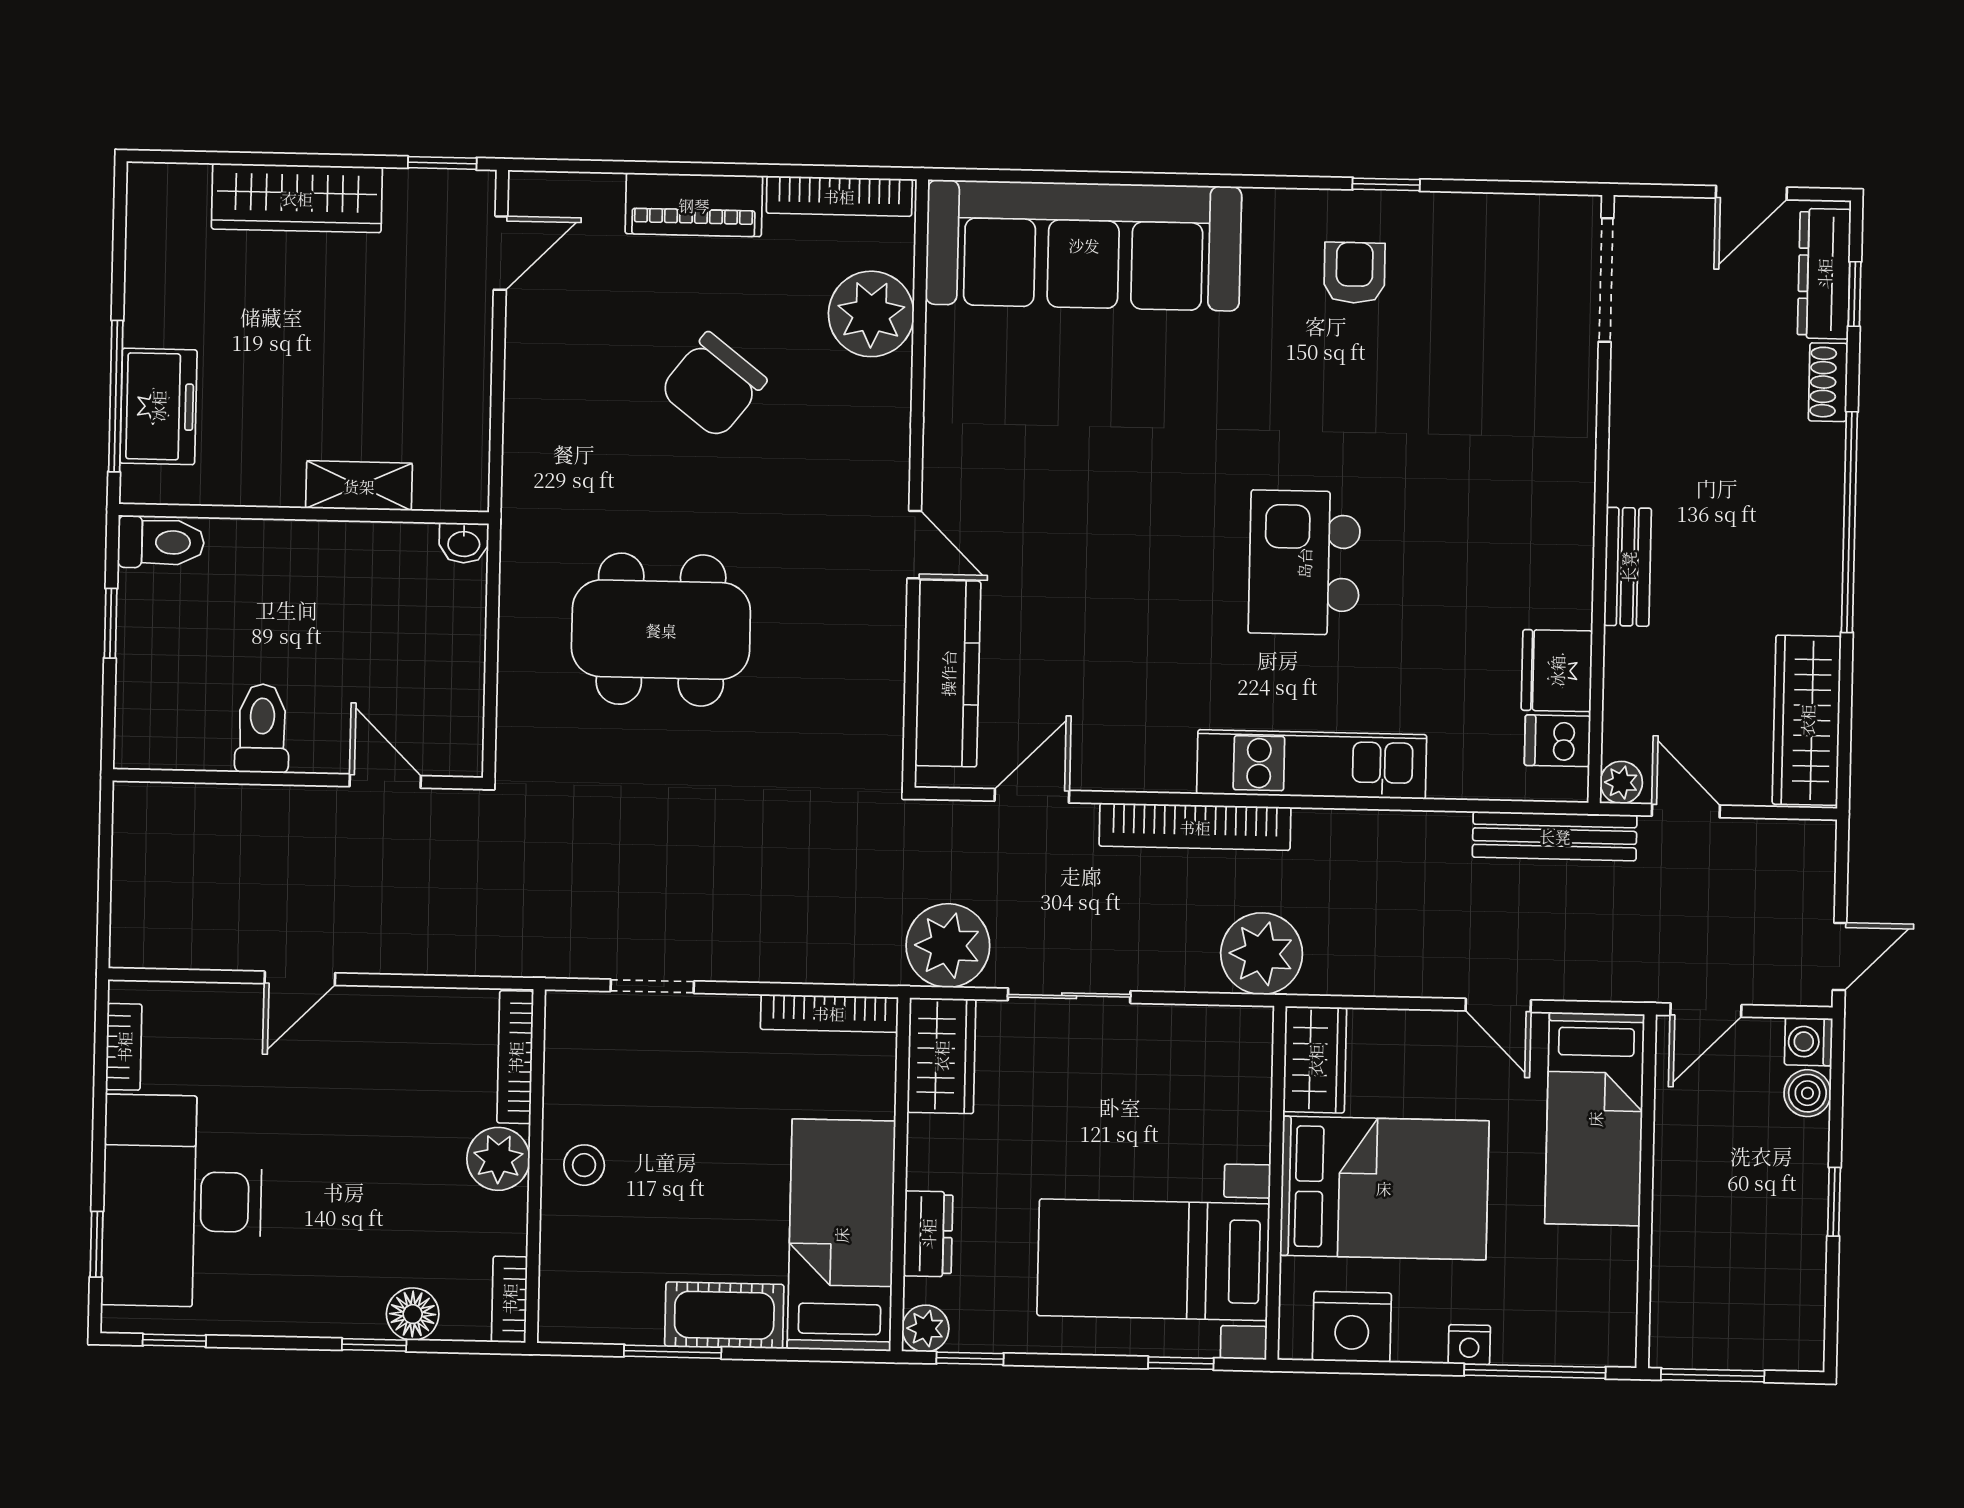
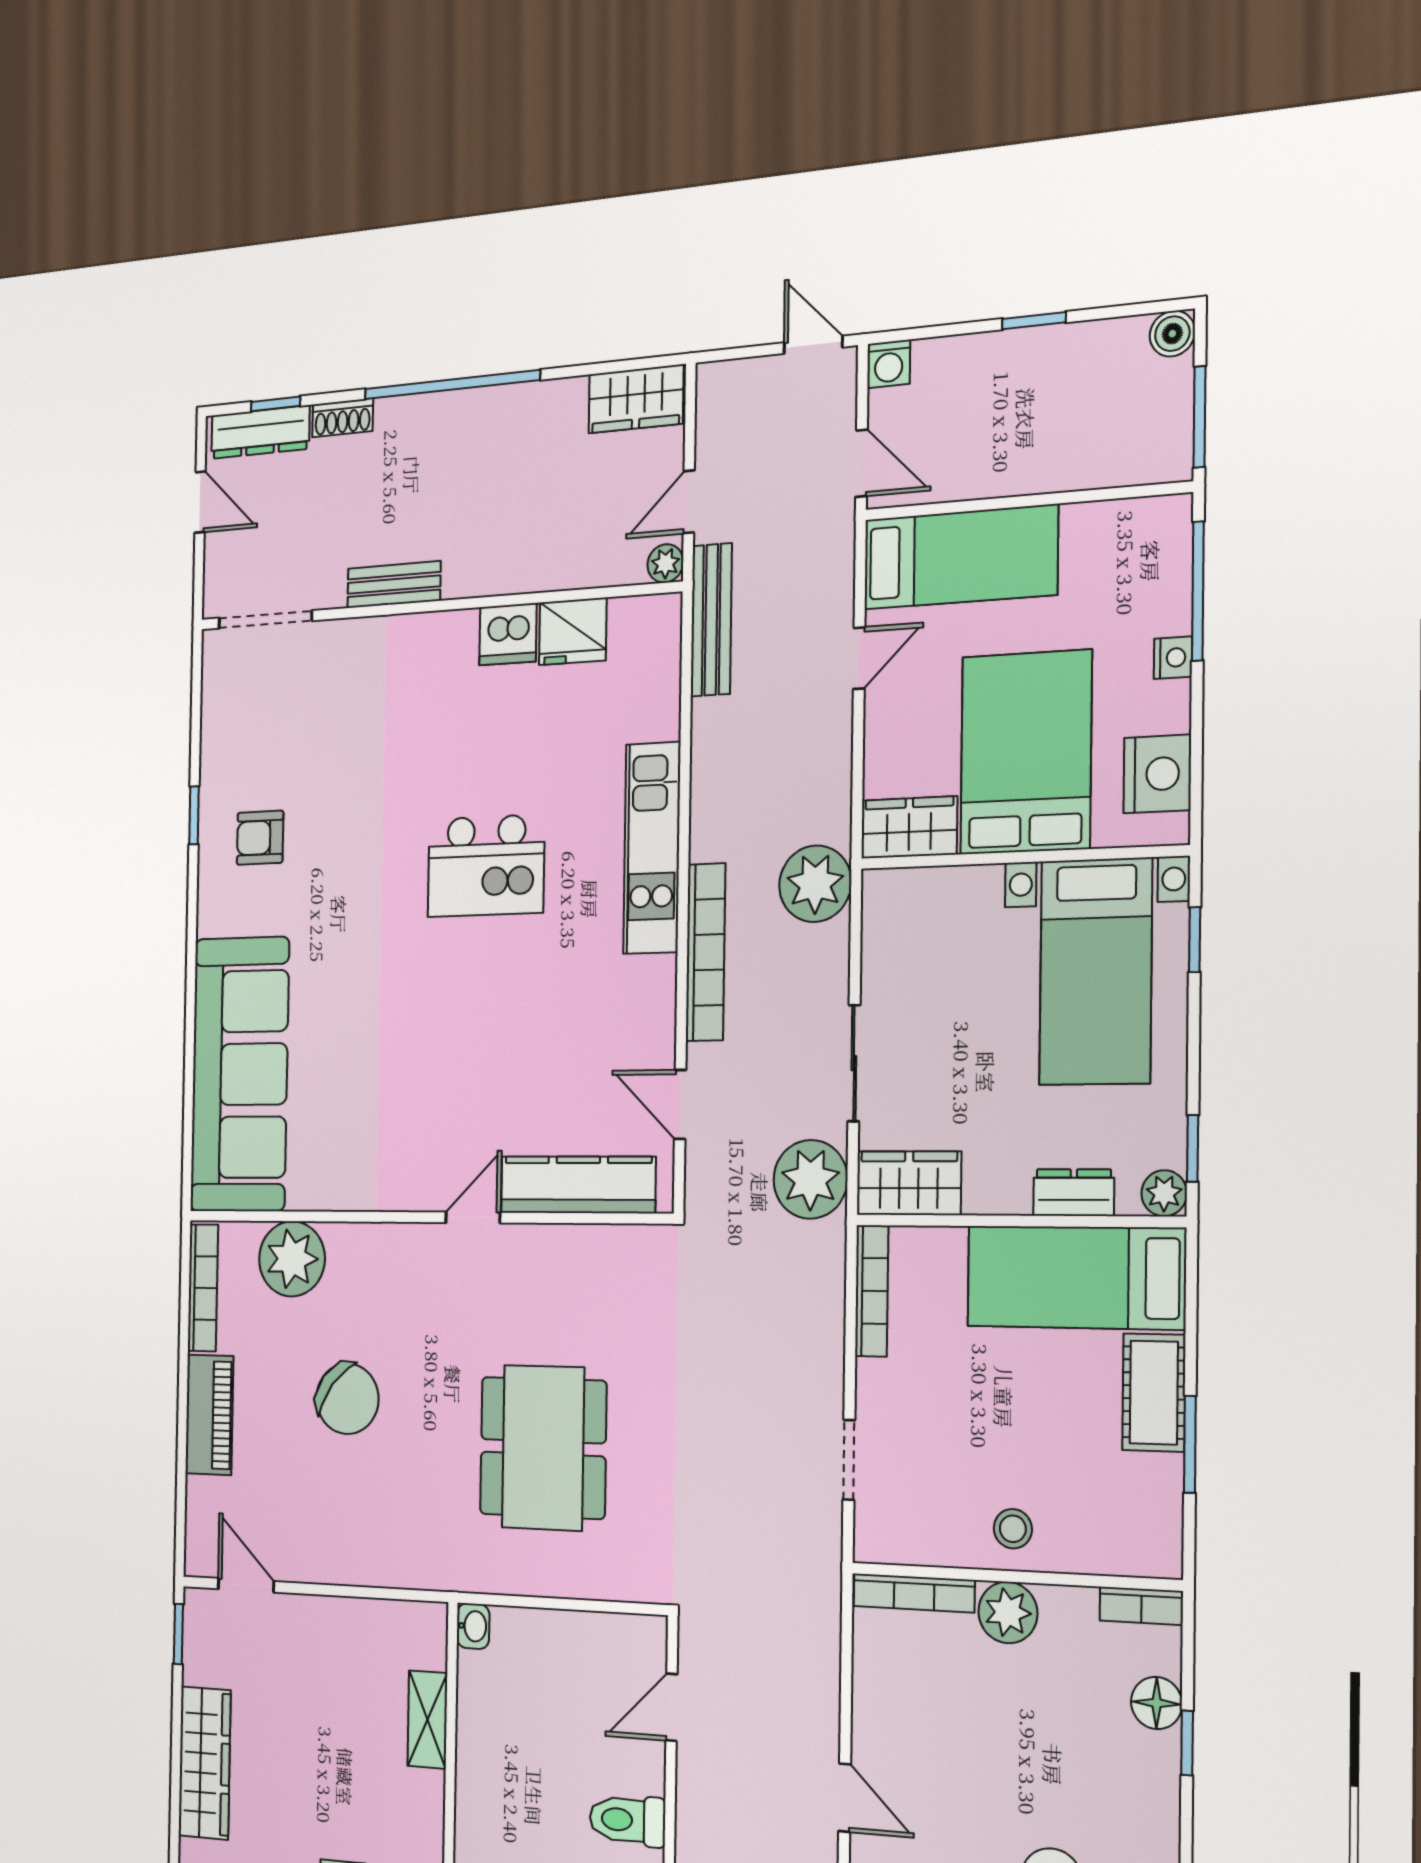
bench: (1628, 567) -> (394, 584), moved
wardrobe: (1807, 720) -> (636, 399), width x0.67
dishwasher: (1557, 741) -> (508, 634), moved, width x1.38
boiler: (1807, 1093) -> (1172, 334), moved

